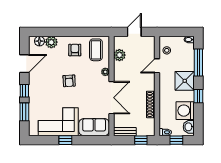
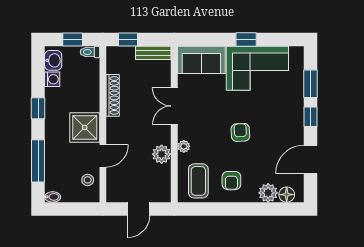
plant: (119, 55) -> (162, 154), moved
shower: (185, 81) -> (85, 127), moved
double door: (111, 98) -> (174, 106), width x0.73
washing machine: (185, 111) -> (52, 79), width x0.53, depth x0.53

